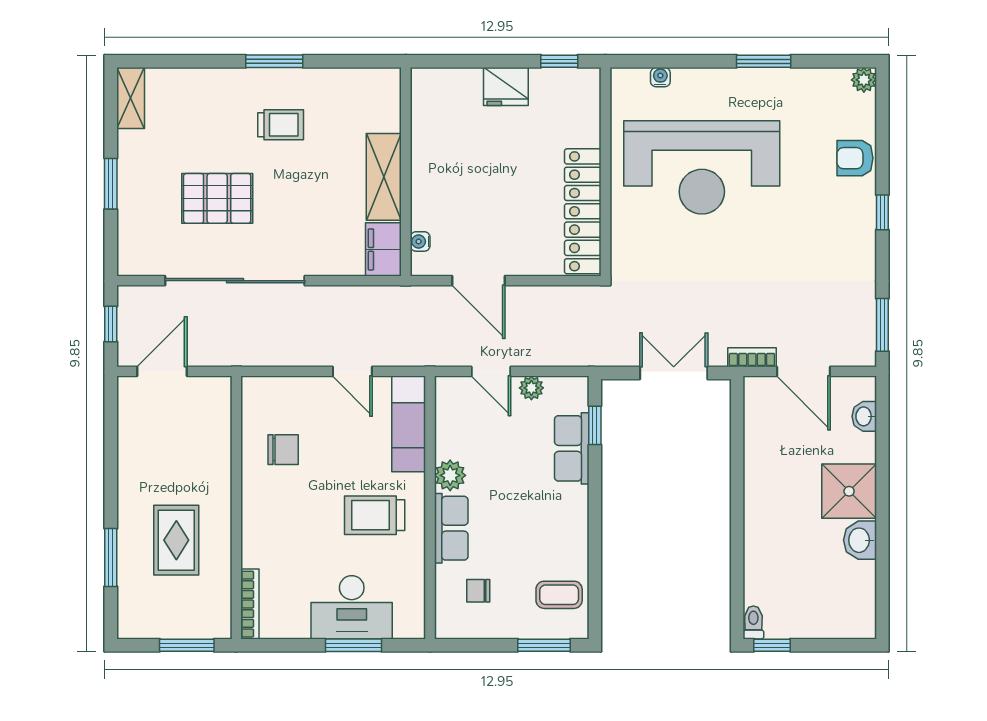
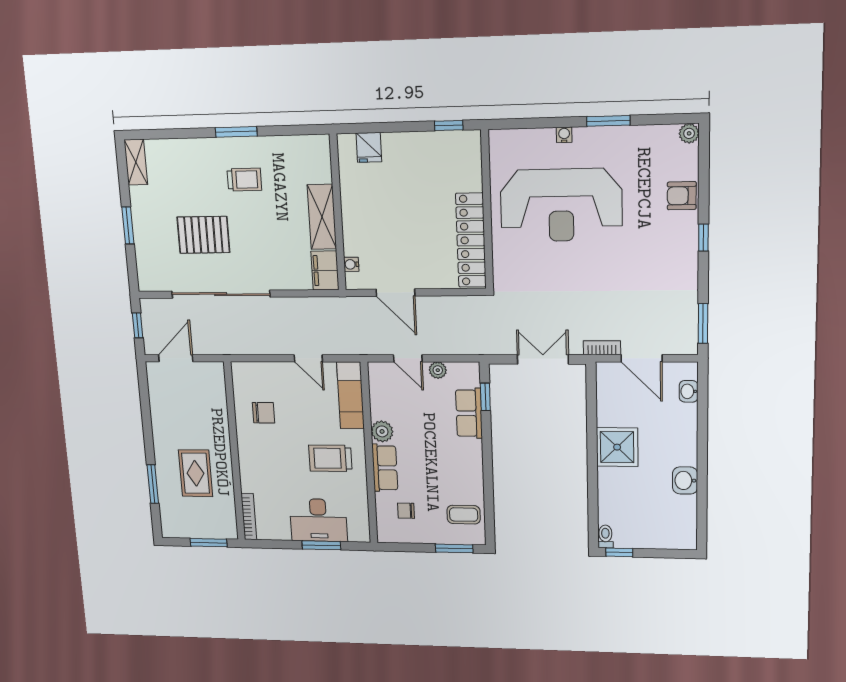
water cooler: (660, 77) -> (564, 135), moved
fridge: (506, 87) -> (369, 147), moved, width x0.72
shower: (849, 491) -> (617, 447), moved

